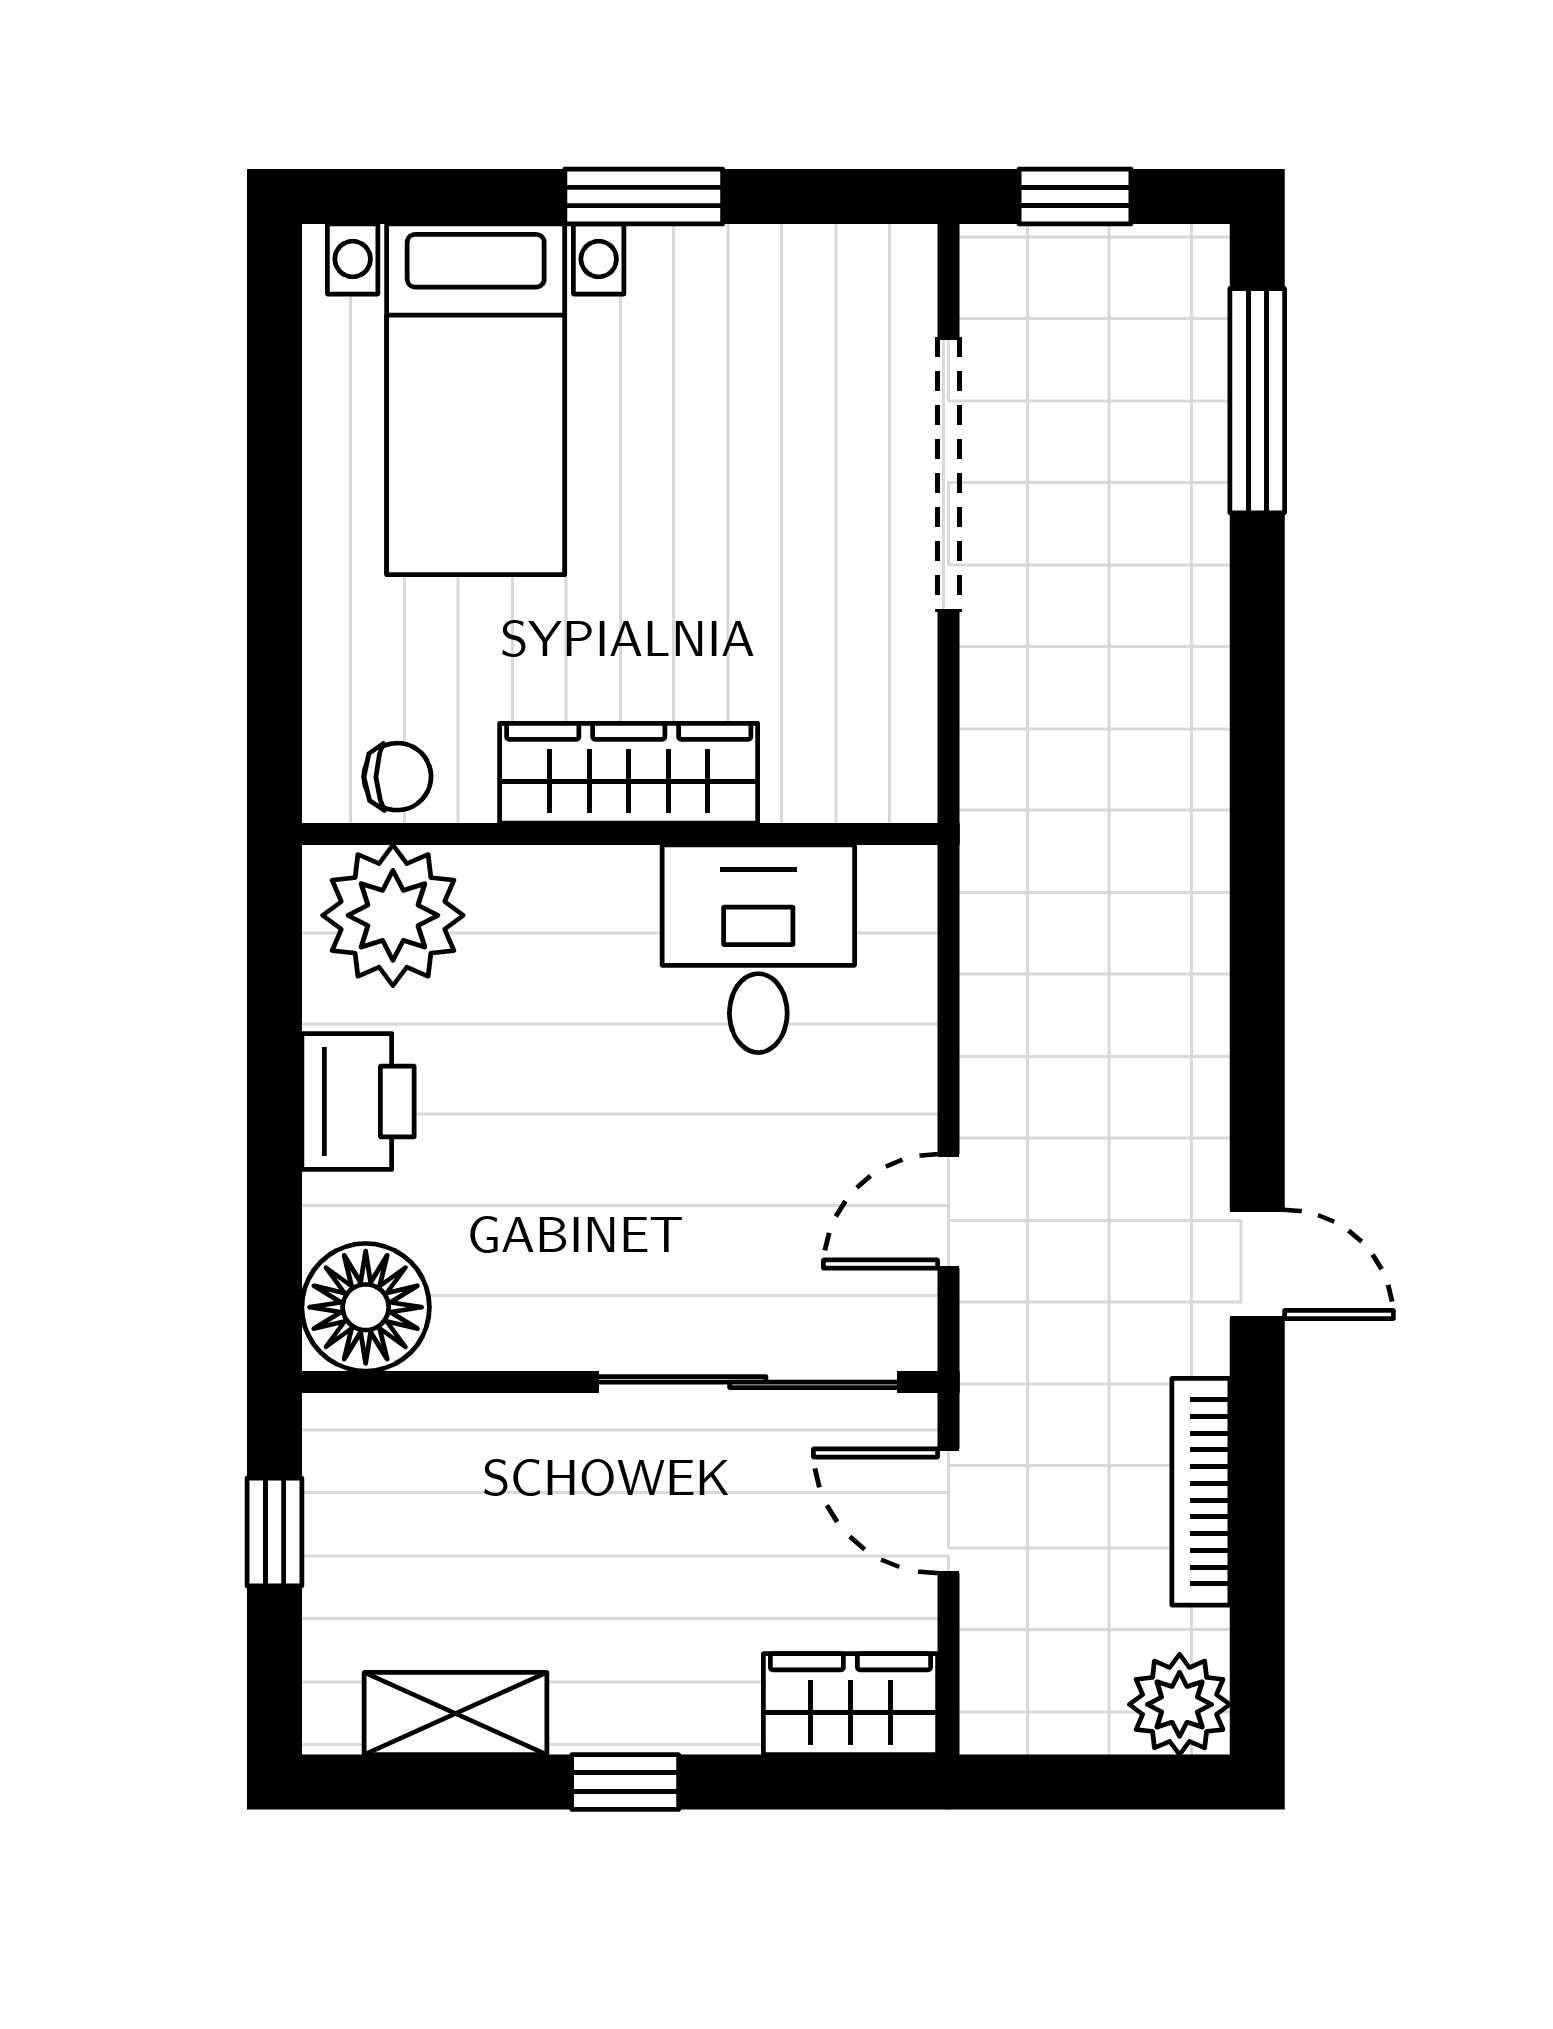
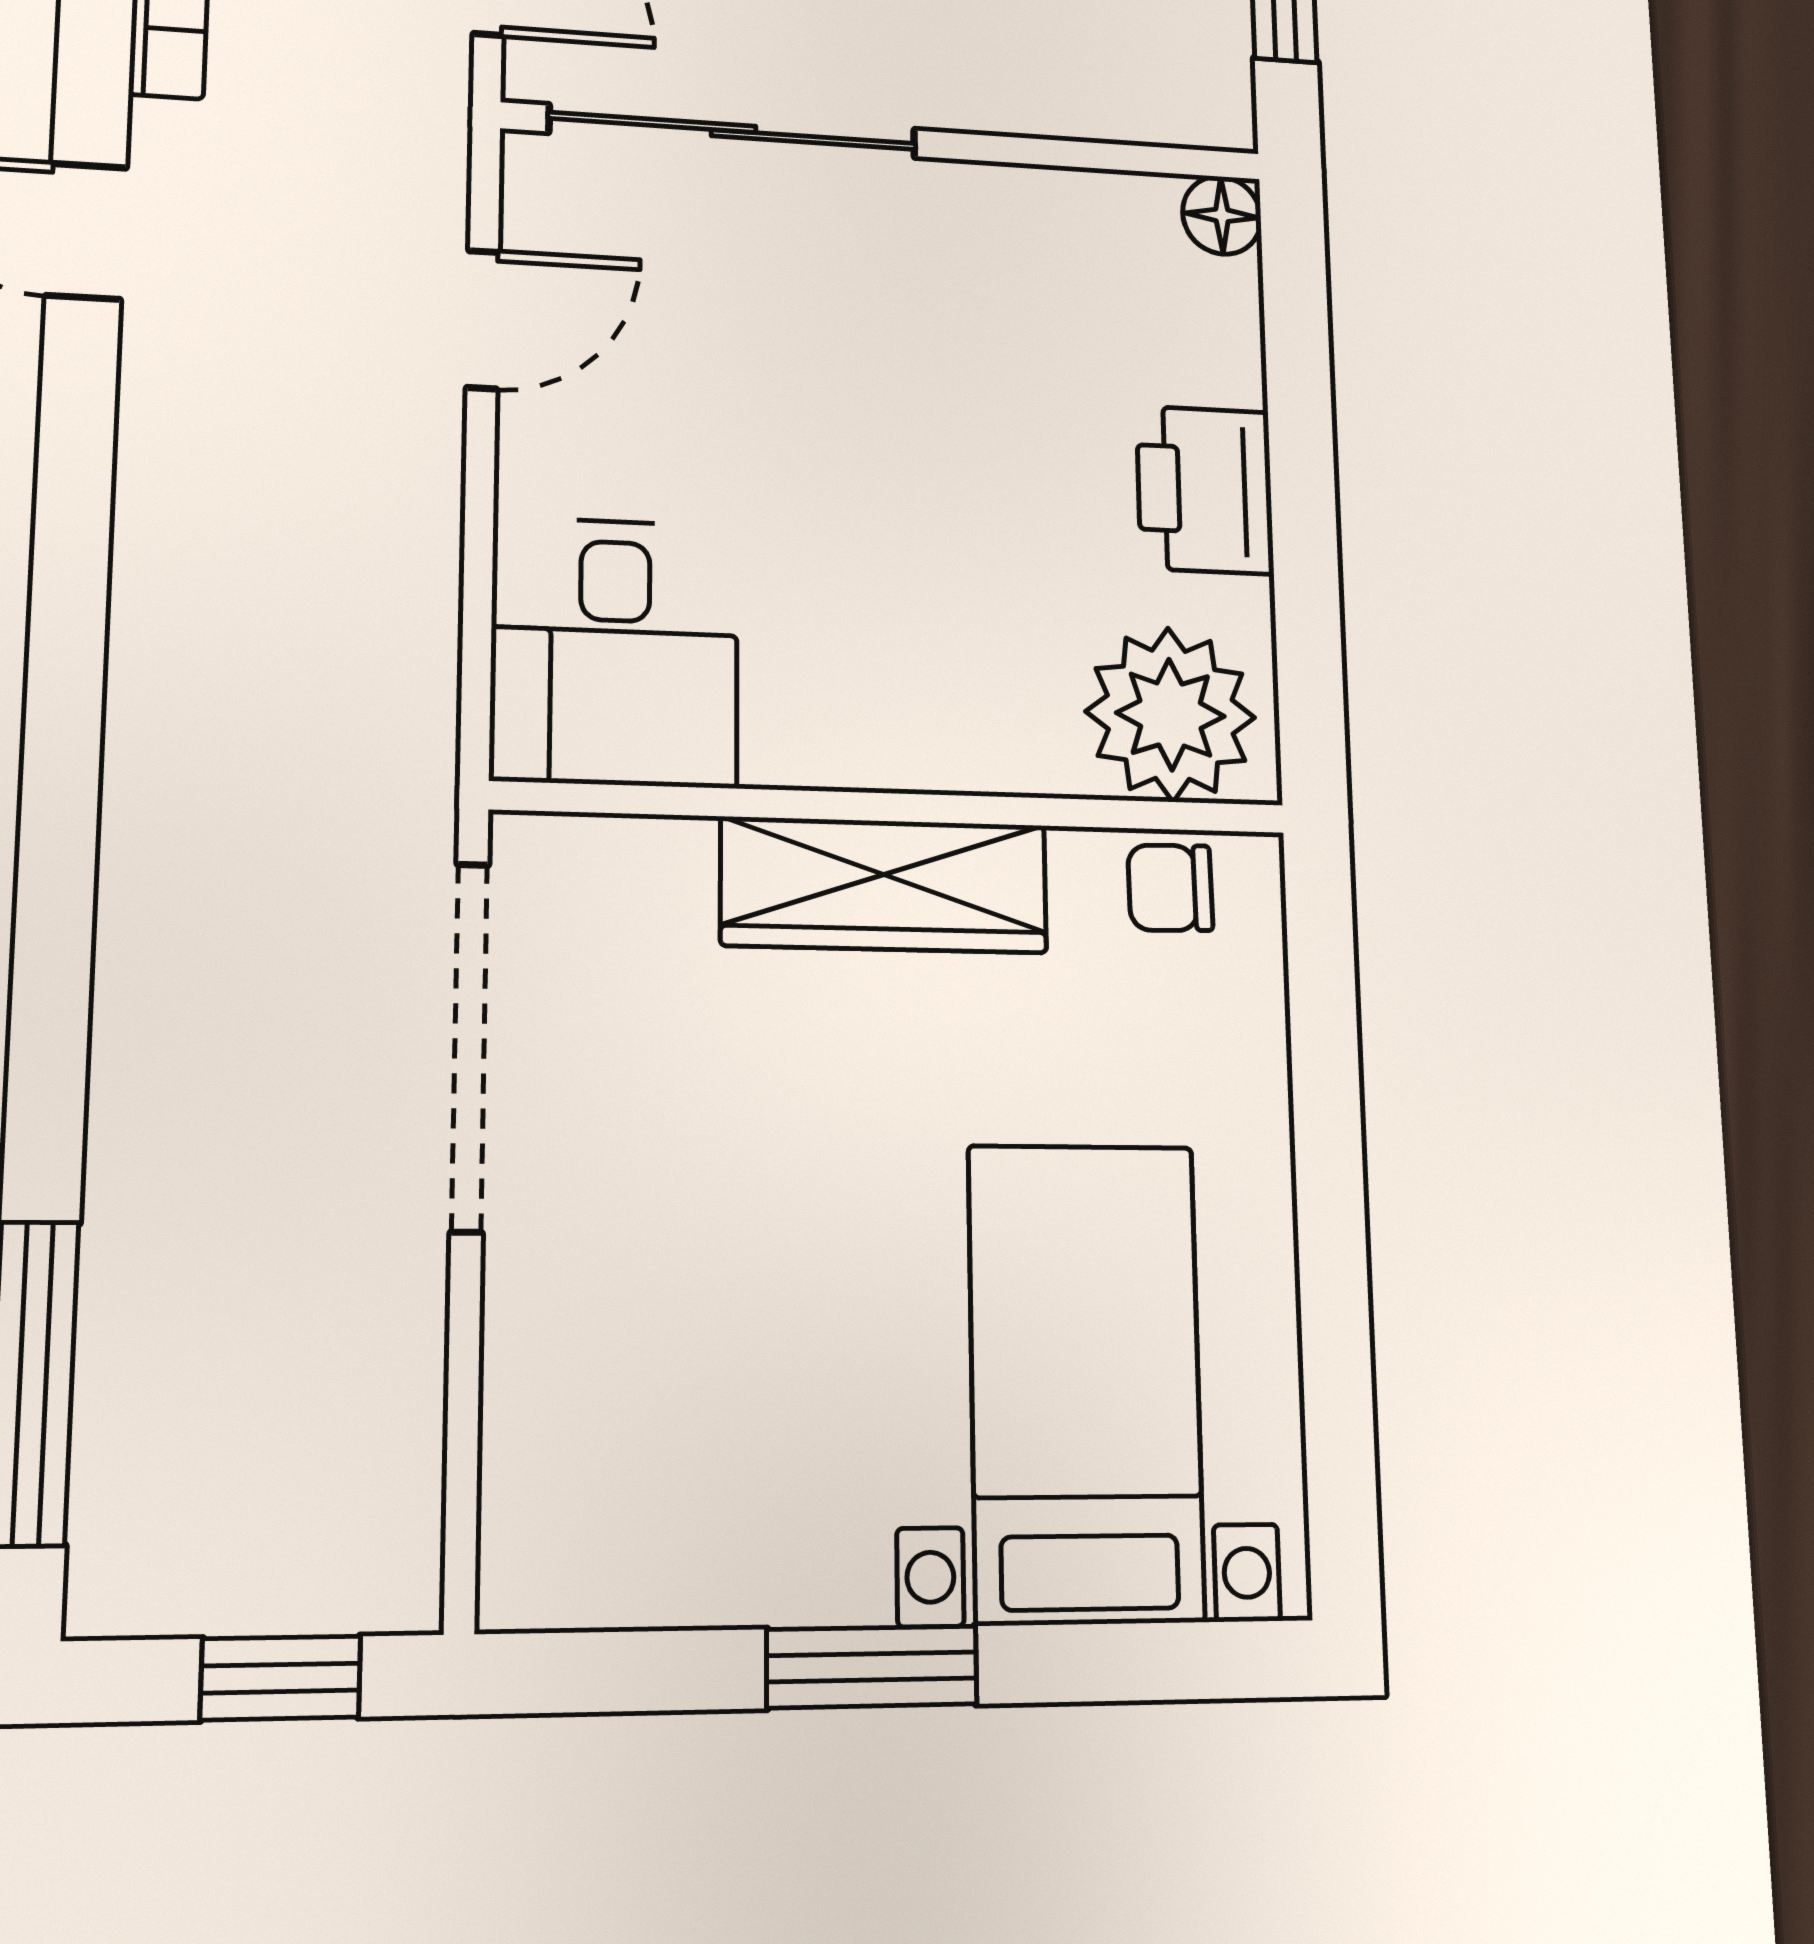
doorway: (948, 475) -> (470, 1046), moved
desk: (758, 949) -> (615, 652), moved
floor lamp: (366, 1307) -> (1222, 215), width x0.53, depth x0.53

